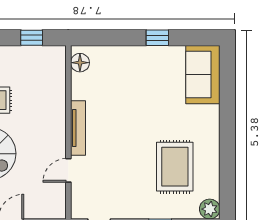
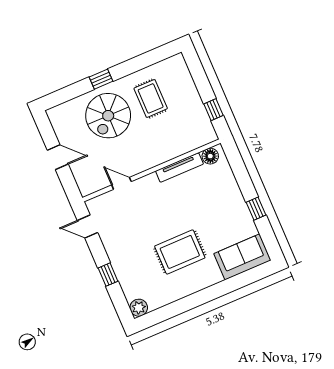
tv unit: (78, 128) -> (179, 167), moved
rug: (175, 167) -> (180, 252), moved

